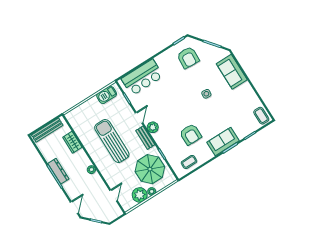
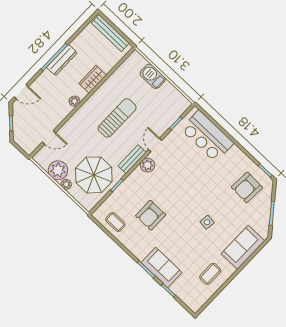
barbecue: (107, 95) -> (153, 76), moved
coffee table: (261, 116) -> (210, 274), moved
door: (139, 118) -> (155, 145), swing flipped
sun lounger: (112, 141) -> (117, 118), width x0.73, depth x0.75
sofa: (223, 141) -> (162, 268), moved
wardrobe: (72, 142) -> (93, 79), moved

